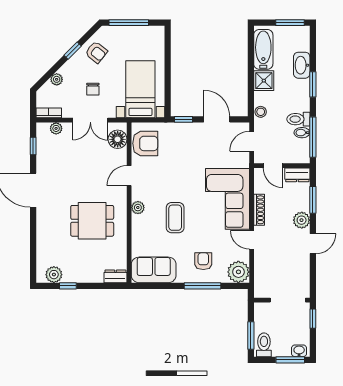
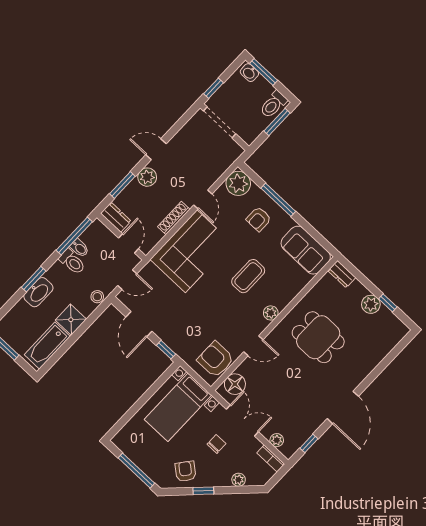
washbasin: (302, 65) -> (38, 292), moved
plant: (54, 275) -> (371, 304), moved

